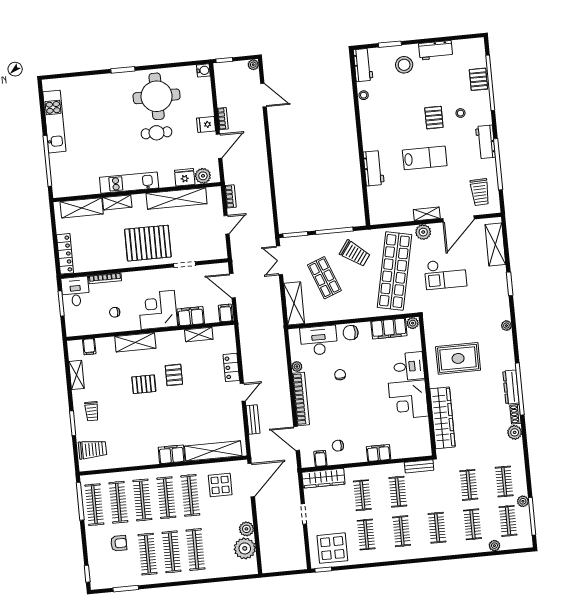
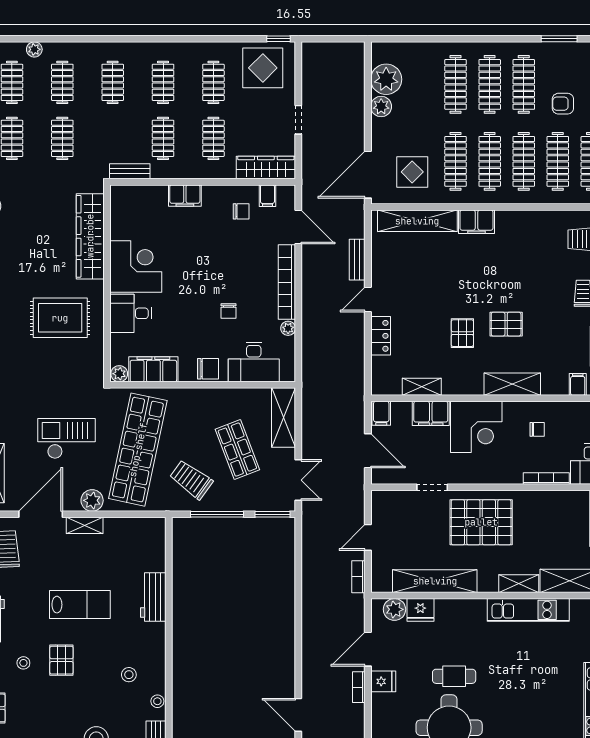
stool: (385, 112) -> (129, 675), added
lab bench: (425, 158) -> (80, 605), turned 180
kitchen unit: (129, 183) -> (528, 610), moved

